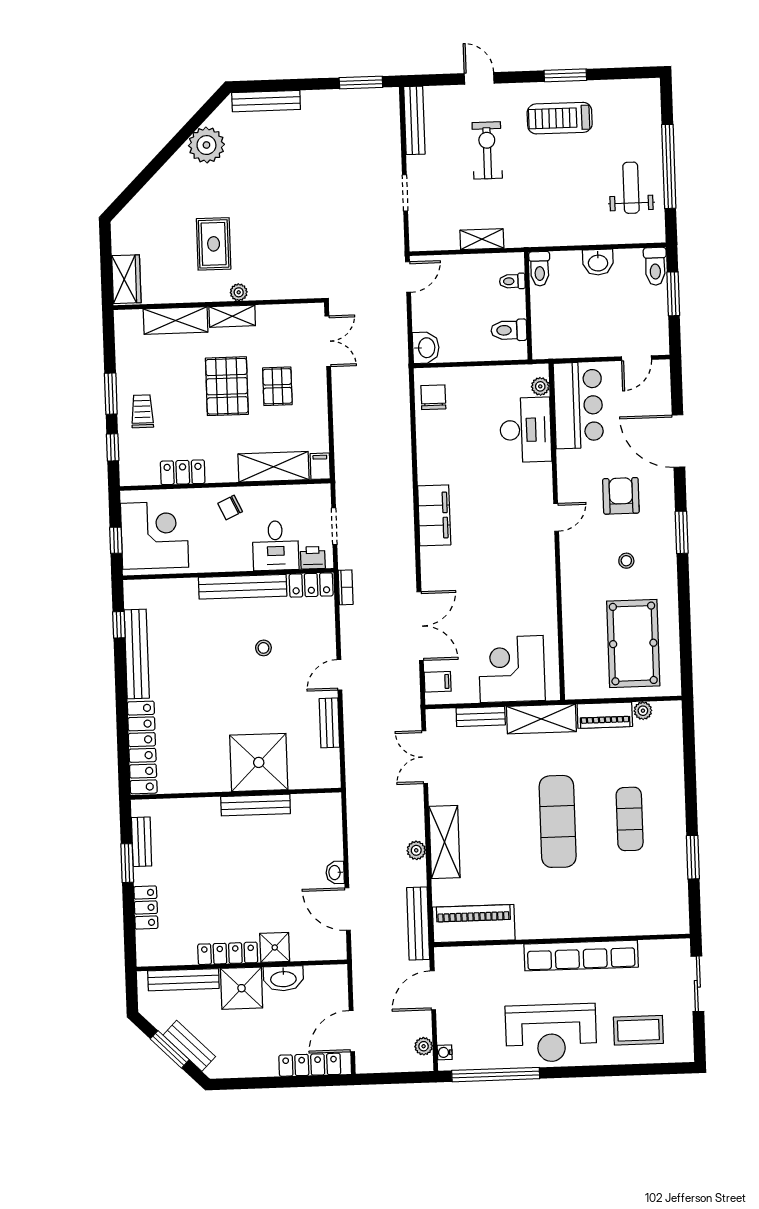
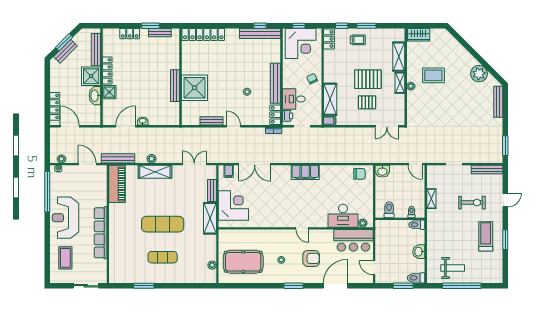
locker: (183, 472) -> (329, 39), moved
bench: (137, 654) -> (260, 33), moved
piano: (605, 715) -> (211, 248), removed

